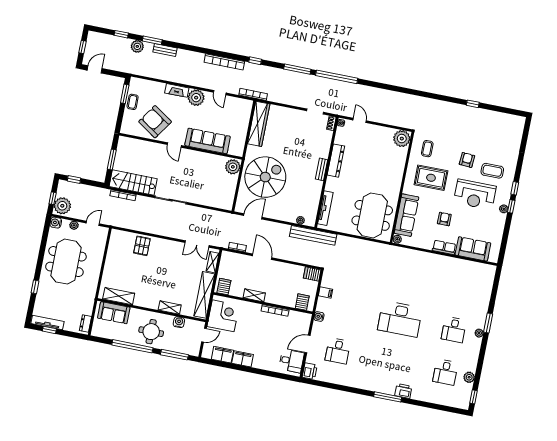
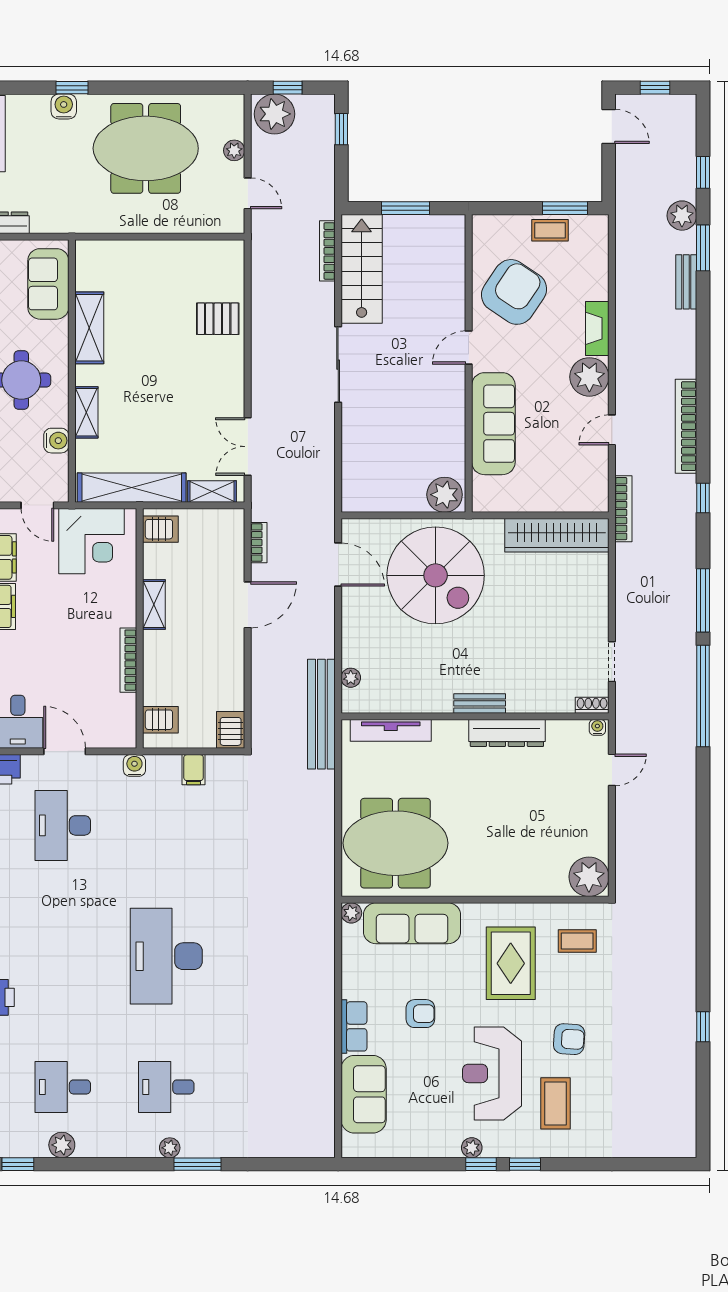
water cooler: (56, 223) -> (64, 106), moved
shelving: (119, 296) -> (89, 328), moved
desk: (338, 351) -> (63, 825), width x1.37

